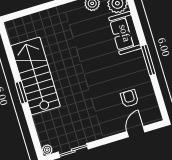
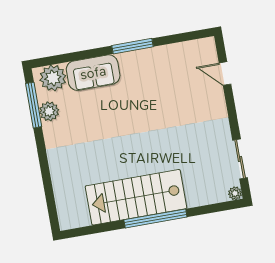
window: (21, 92) -> (155, 218), width x2.11
armchair: (129, 98) -> (180, 77), removed

